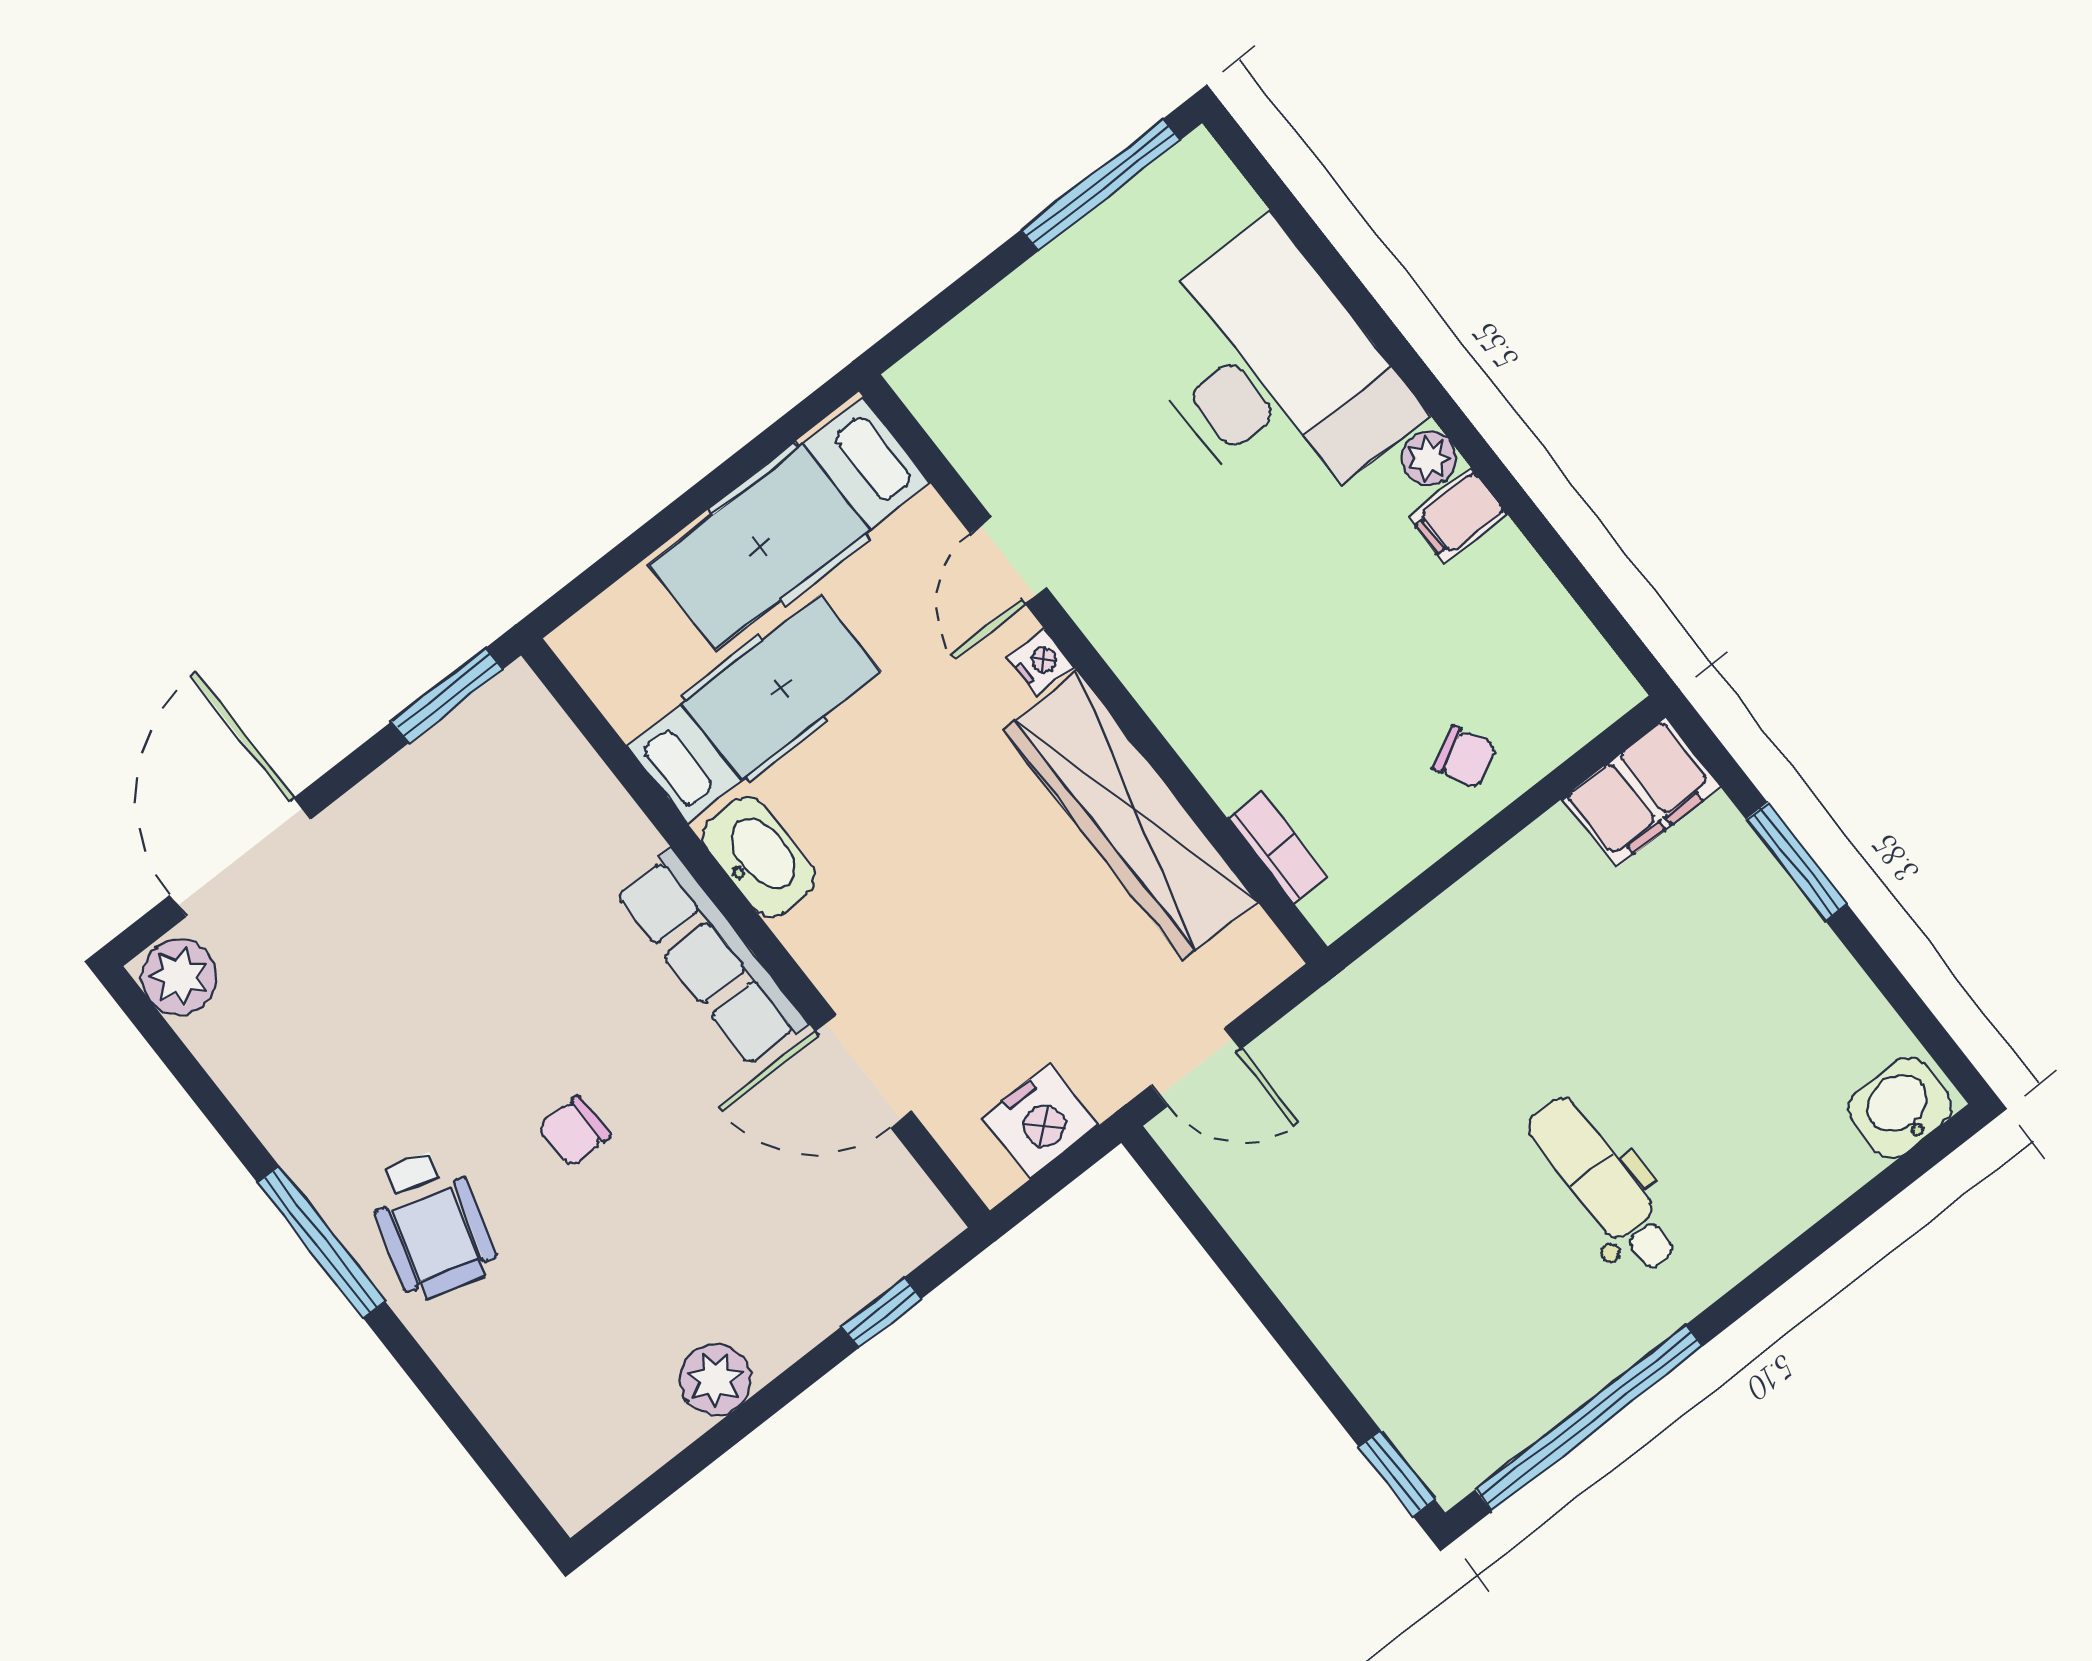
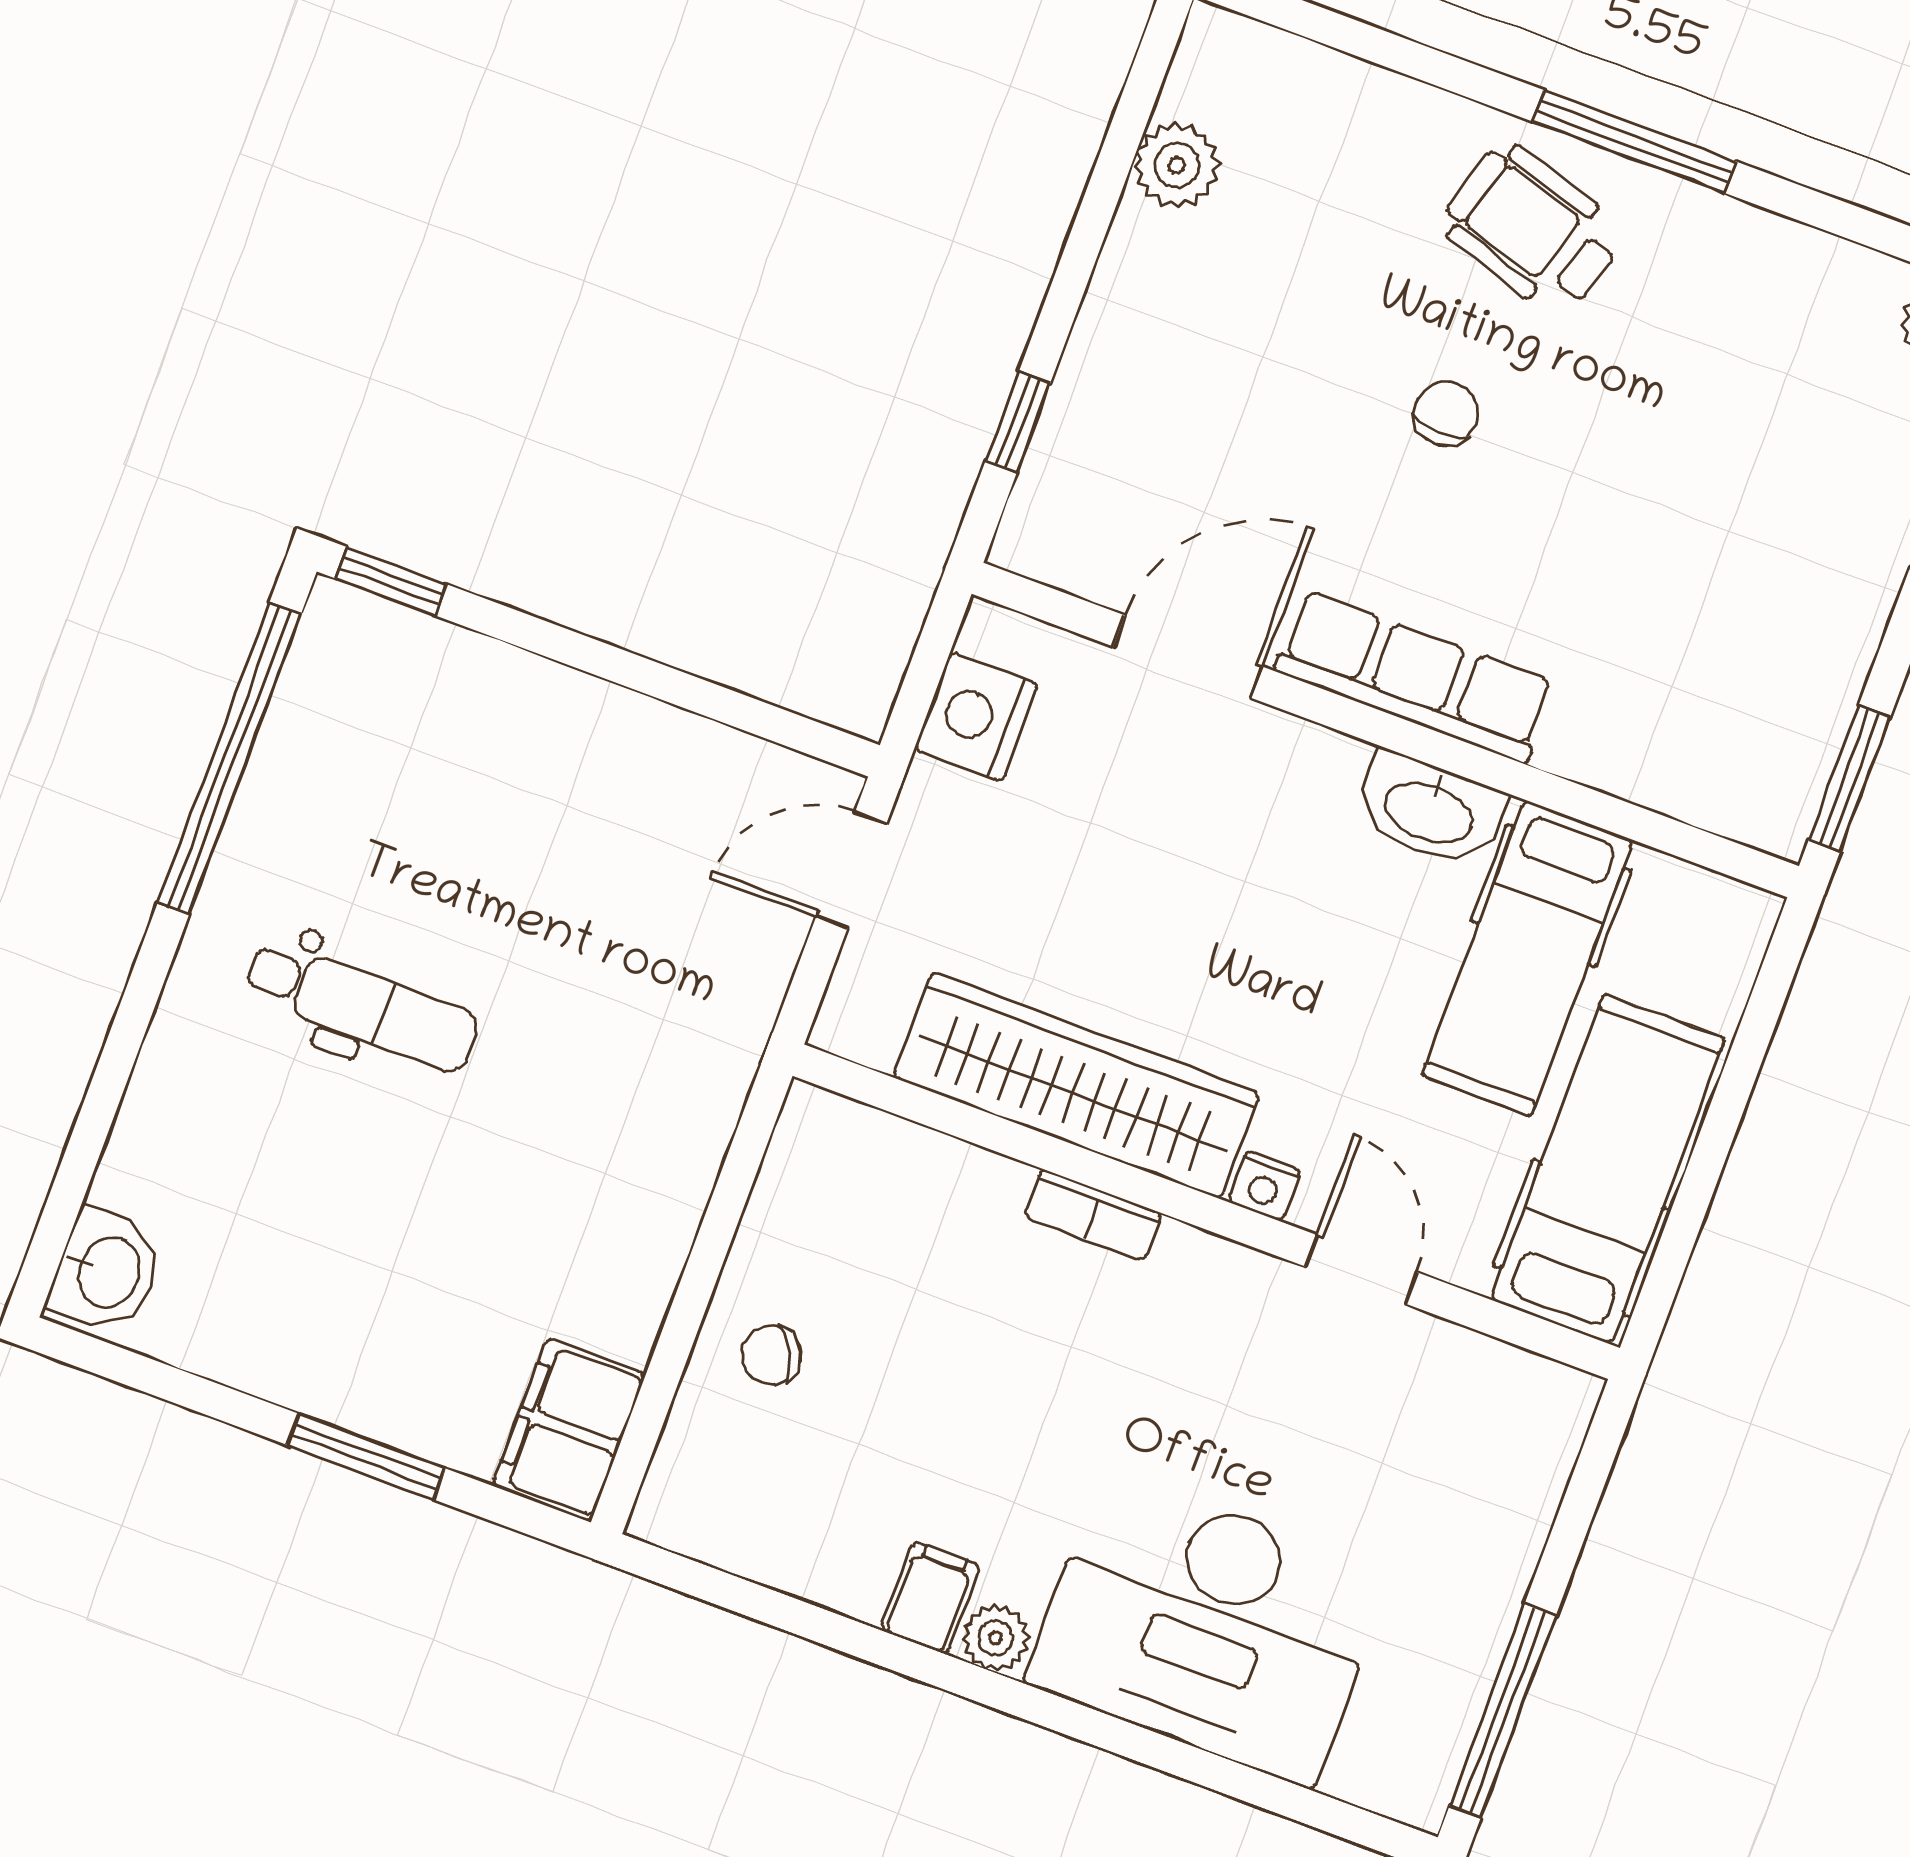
bookcase: (1277, 847) -> (1093, 1215), moved
plant: (715, 1380) -> (1177, 165), moved

